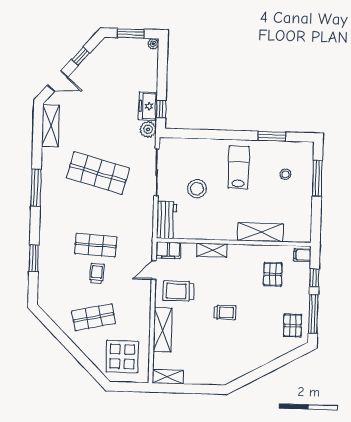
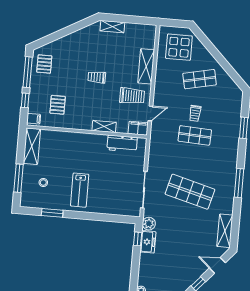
stool: (197, 189) -> (113, 175), removed
workbench: (167, 220) -> (122, 144), moved, turned -90
shelving: (261, 232) -> (32, 146), moved, turned 90
shelving: (168, 377) -> (112, 27), moved

